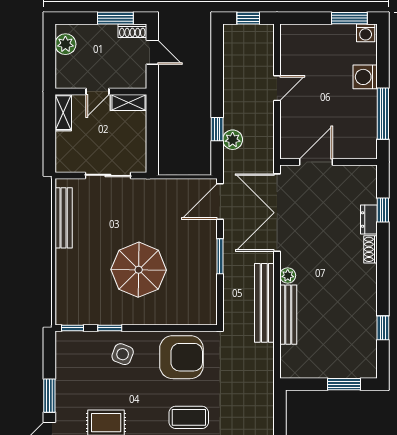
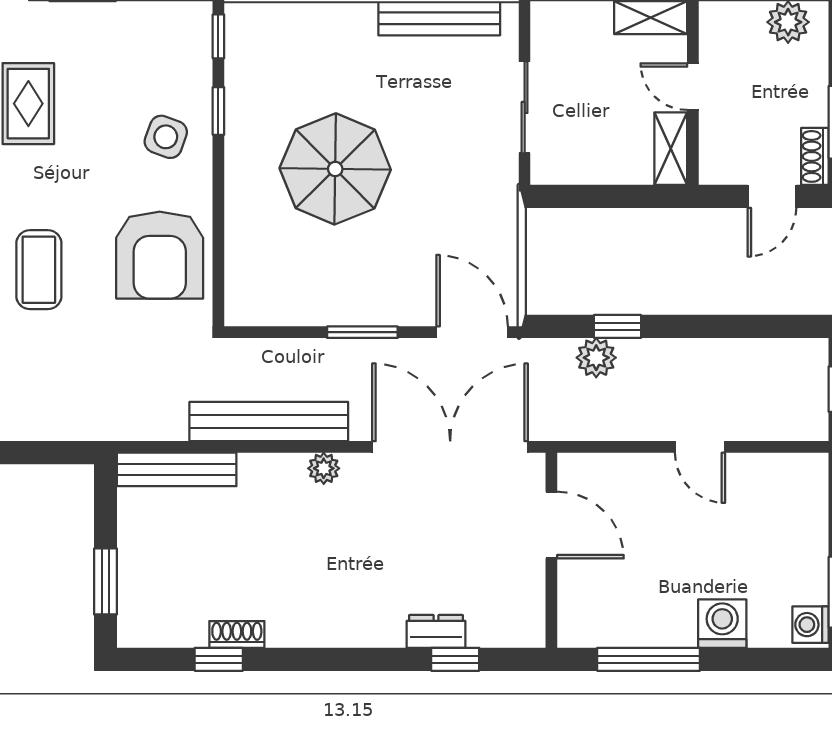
shoe rack: (370, 249) -> (237, 634), moved
bench: (288, 315) -> (177, 469), moved

